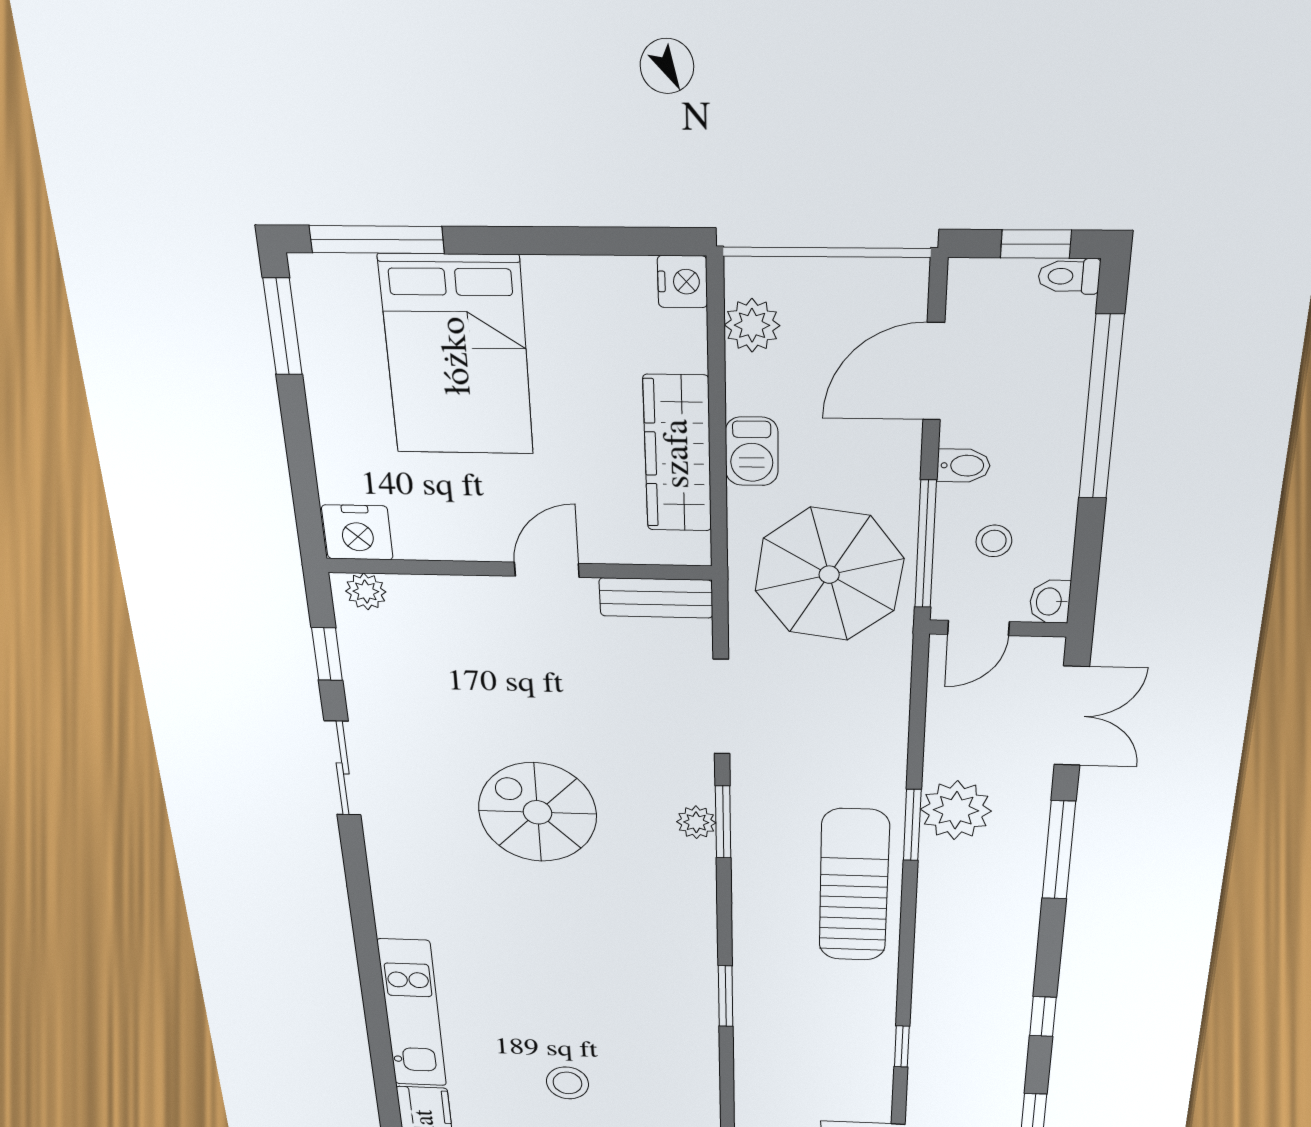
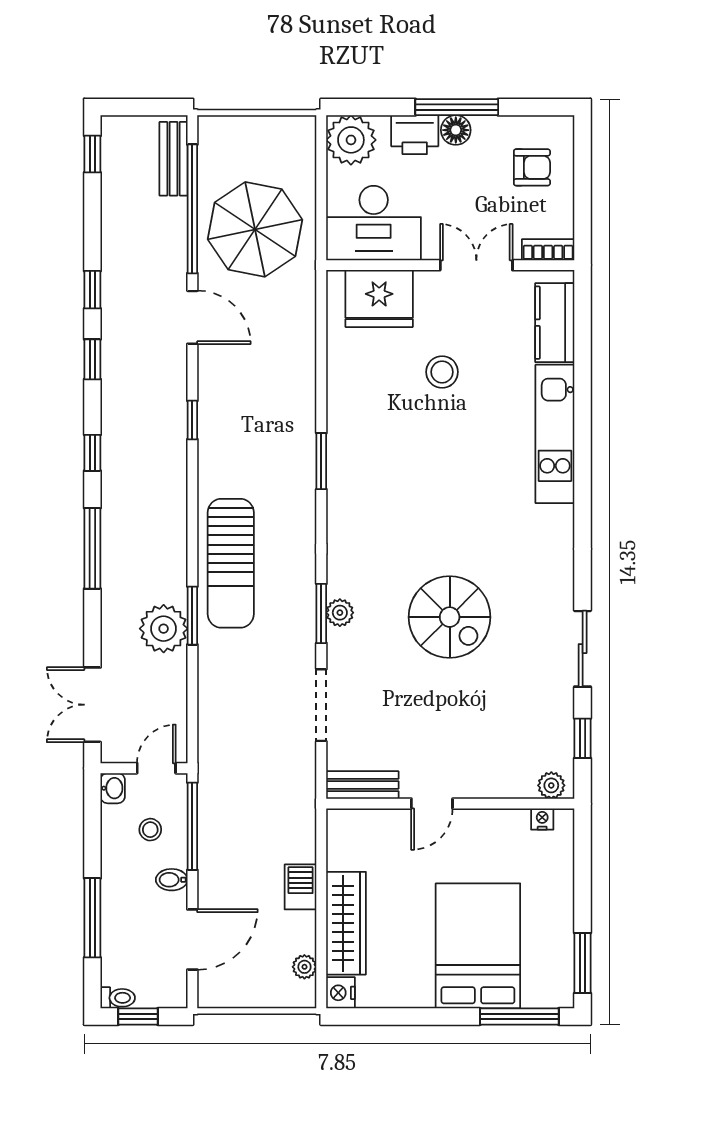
plant: (752, 325) -> (304, 967), width x0.73, depth x0.73
window: (1101, 408) -> (92, 918), width x0.68
wardrobe: (678, 454) -> (346, 923), moved
nightstand: (357, 532) -> (542, 819), width x0.53, depth x0.56
parasol: (829, 575) -> (252, 804), removed
window: (1059, 850) -> (92, 548), moved

